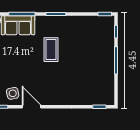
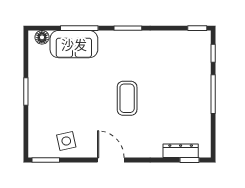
coffee table: (51, 50) -> (127, 98), moved
dresser: (93, 100) -> (181, 151), added
door: (31, 107) -> (111, 160), moved

